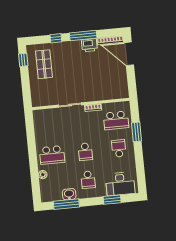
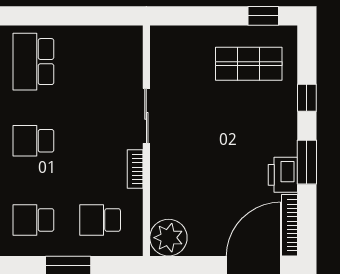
window: (83, 36) -> (307, 162), width x0.69
plant: (121, 91) -> (168, 238), added
school desk: (116, 120) -> (100, 220), width x0.54
school desk: (119, 148) -> (33, 220), turned 180

